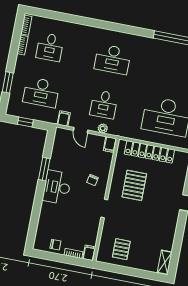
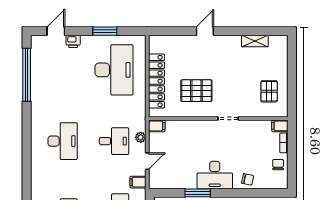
chair: (93, 180) -> (248, 179), moved
pallet: (121, 249) -> (269, 91), turned 90
shelving: (165, 262) -> (255, 41), moved

